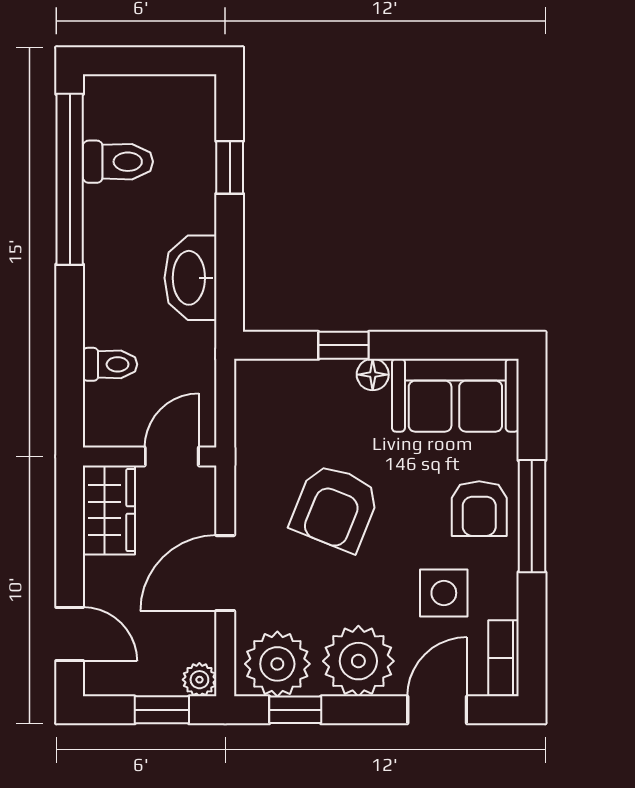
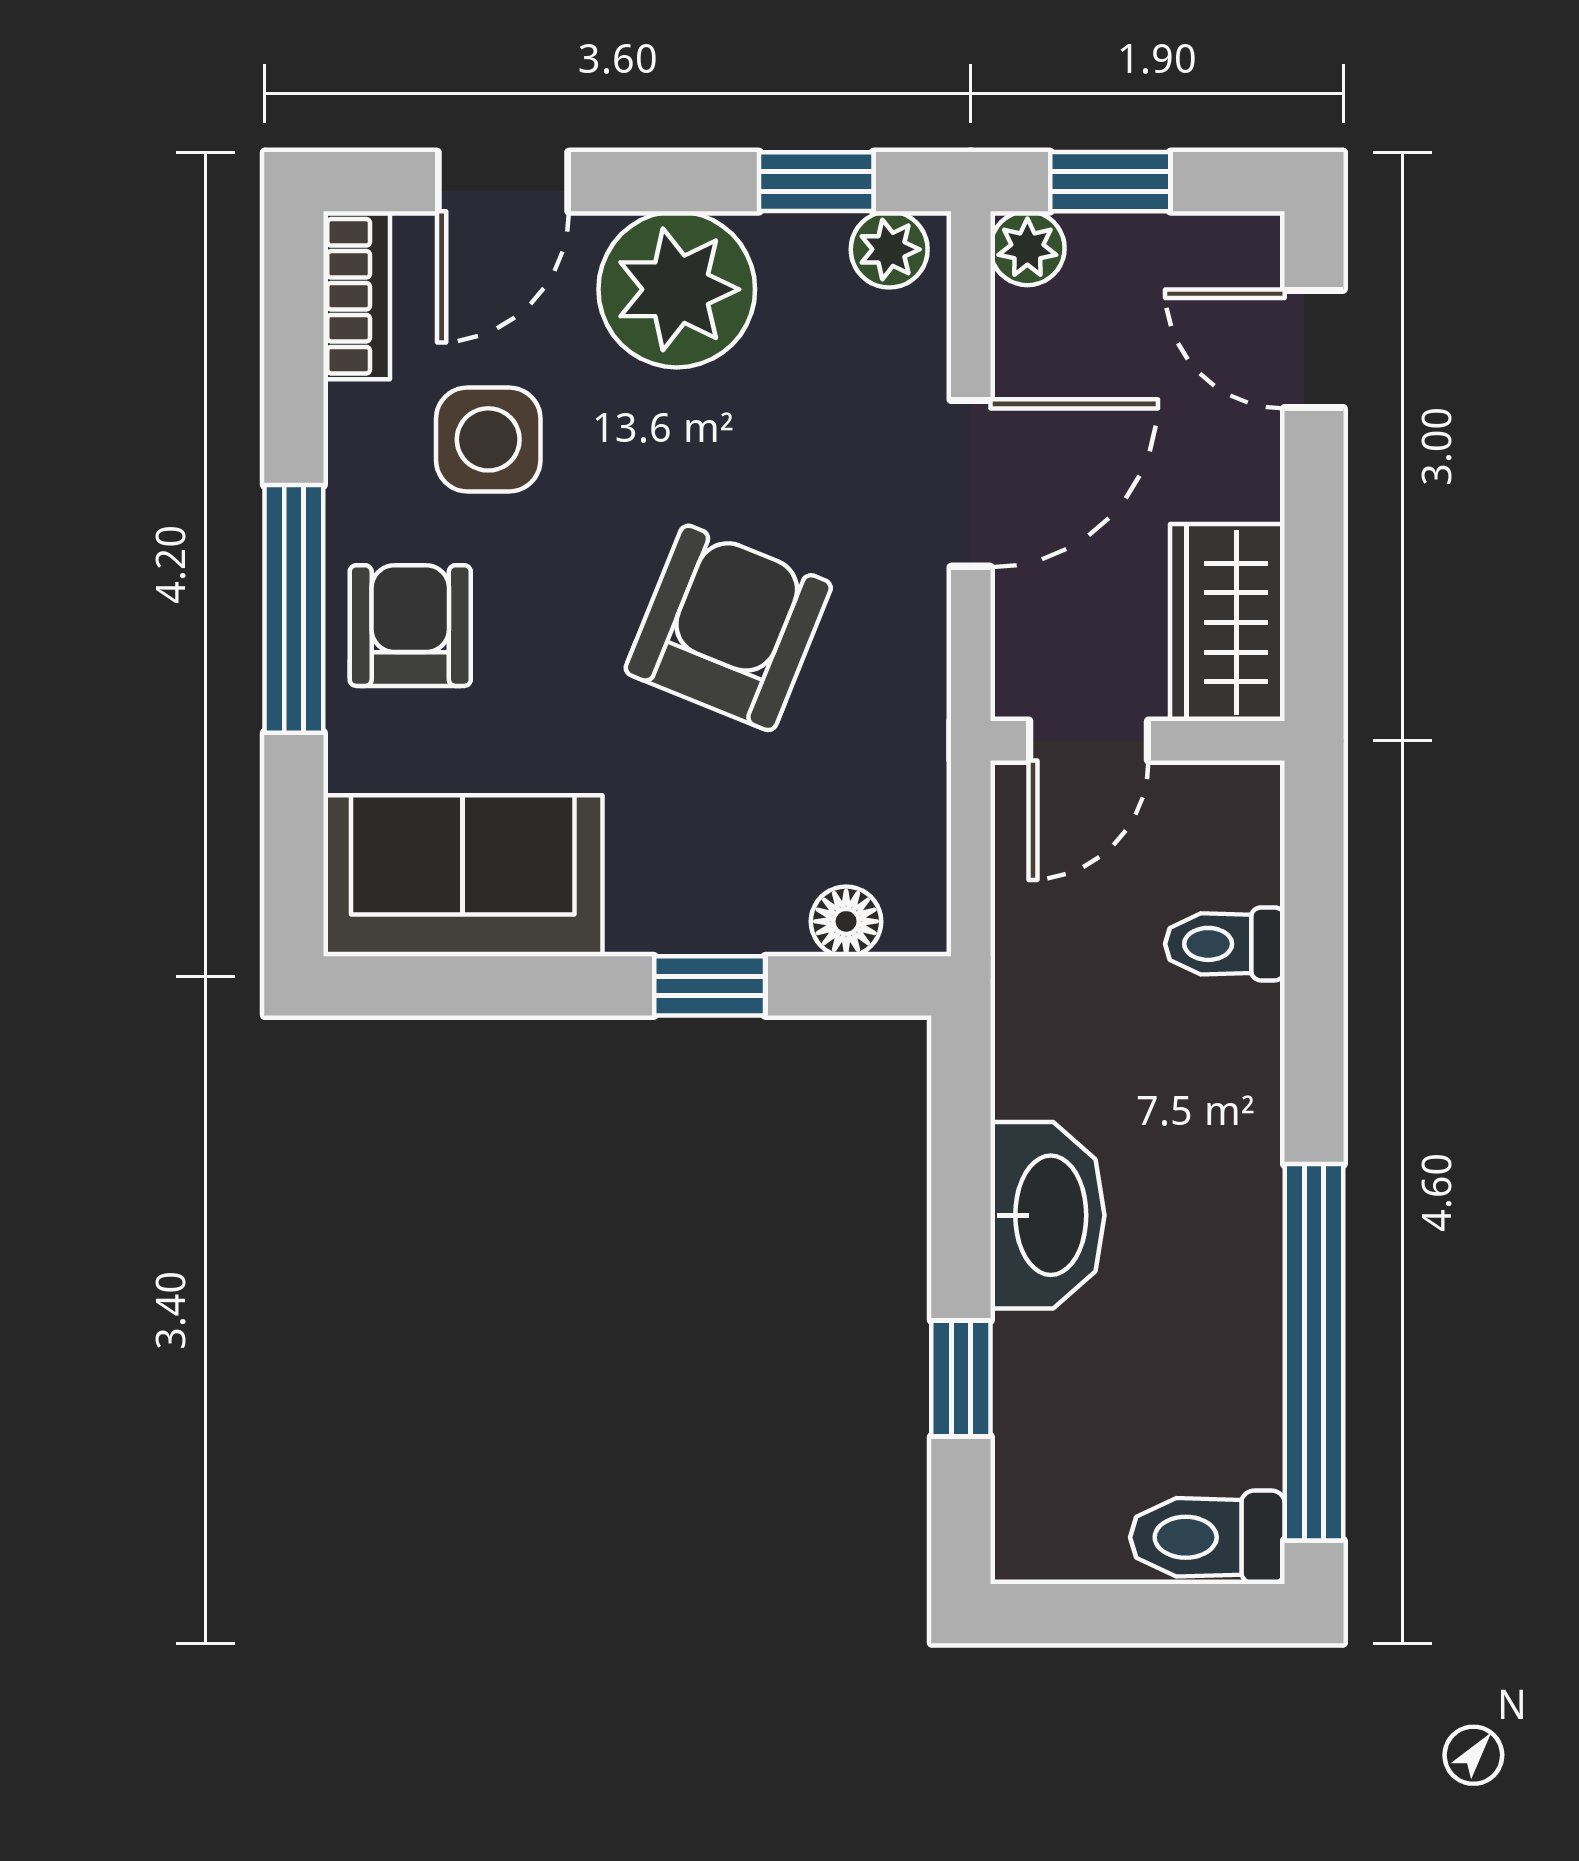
toilet: (118, 162) -> (1207, 1537), moved
washbasin: (190, 278) -> (1047, 1215), moved
floor lamp: (373, 375) -> (846, 921), moved
plant: (277, 664) -> (889, 249), width x0.53, depth x0.53

